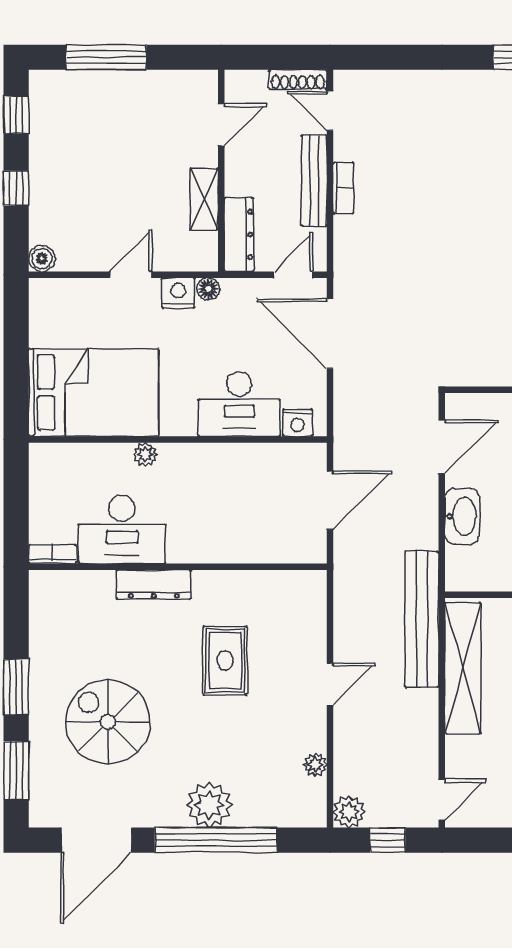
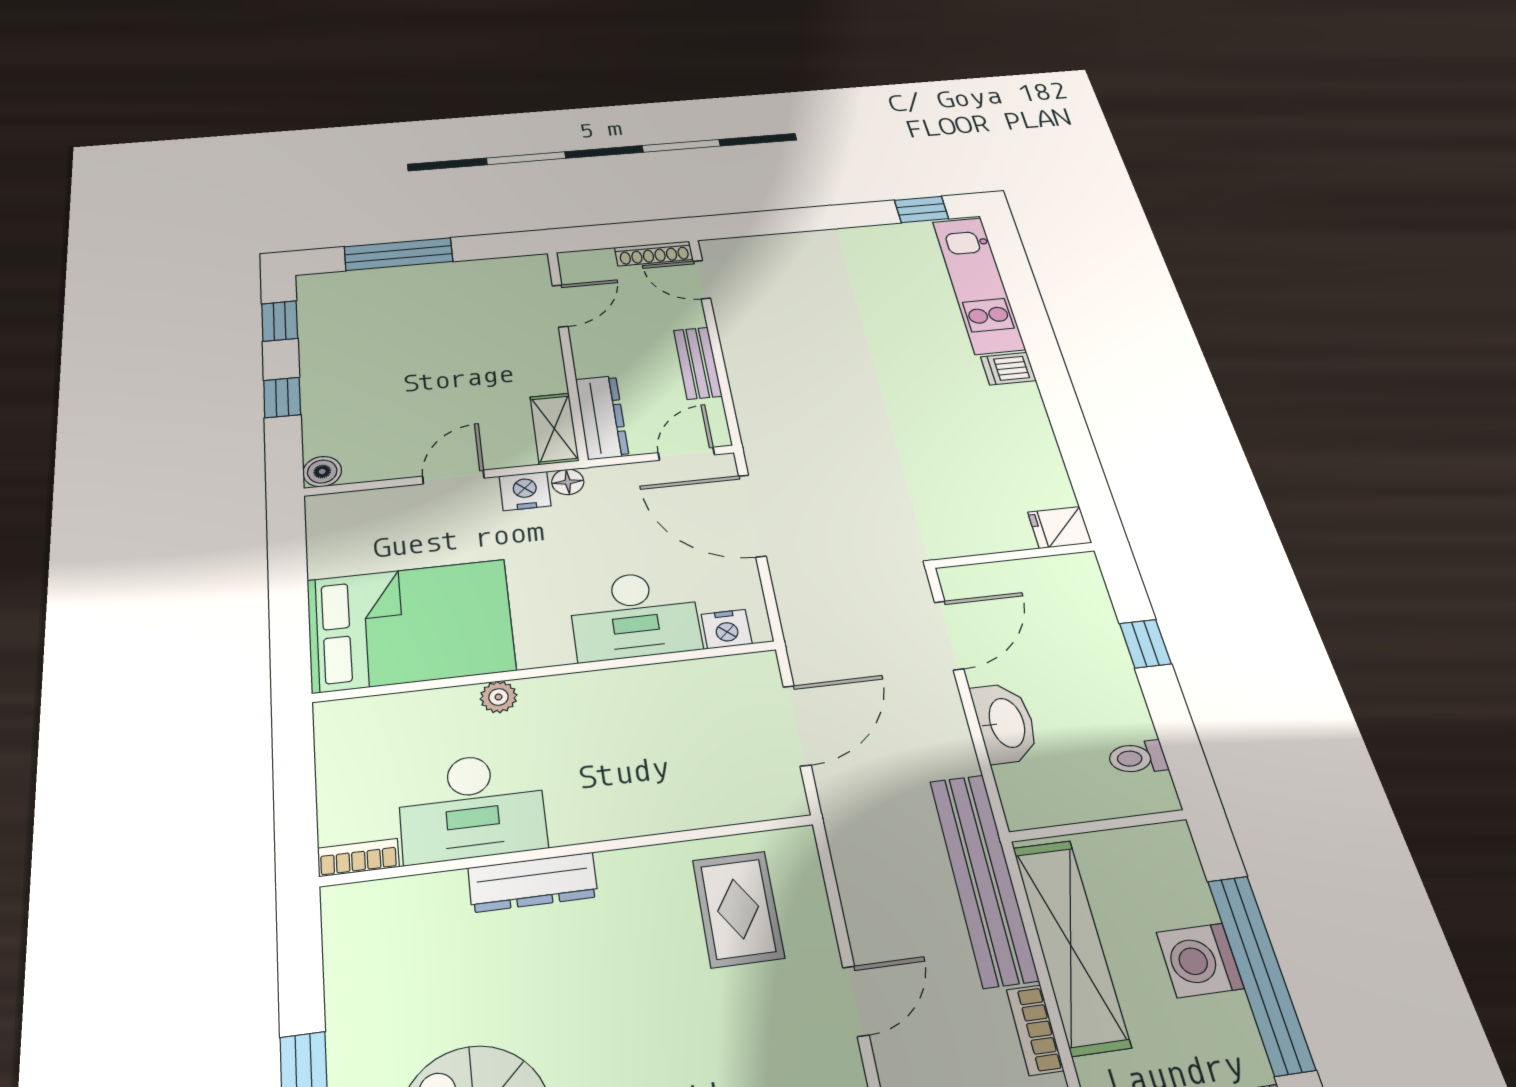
bench: (314, 181) -> (698, 363), width x0.73
bookcase: (343, 188) -> (1035, 1030), moved, turned 180
shelving: (204, 199) -> (554, 429), moved
rug: (225, 661) -> (738, 909), moved

